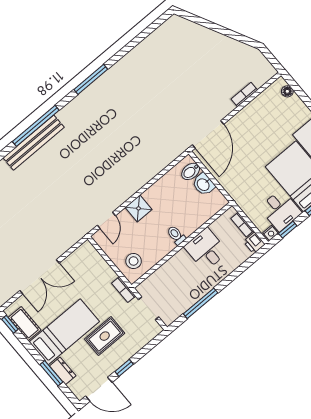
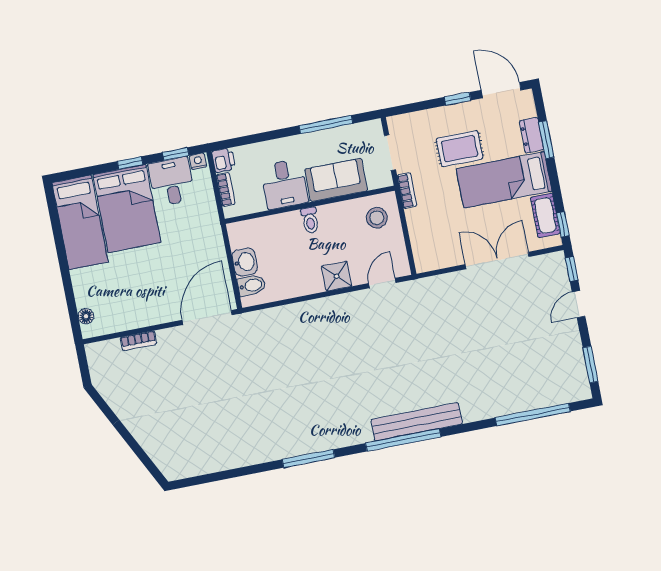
sofa: (174, 271) -> (336, 180), added

